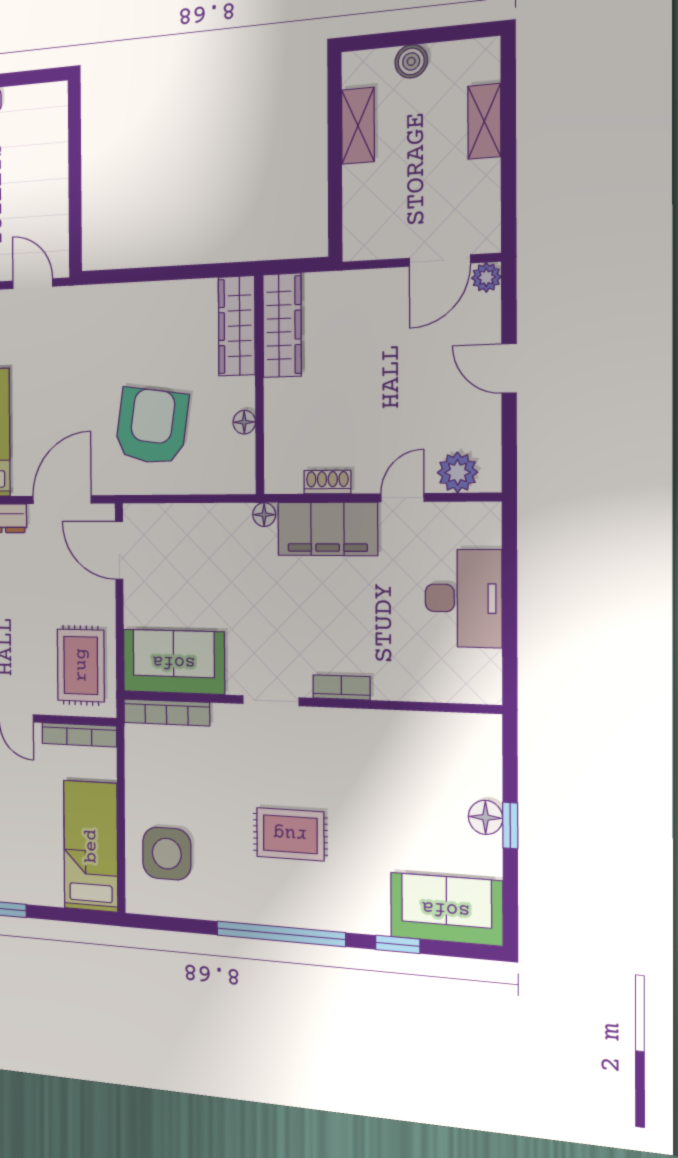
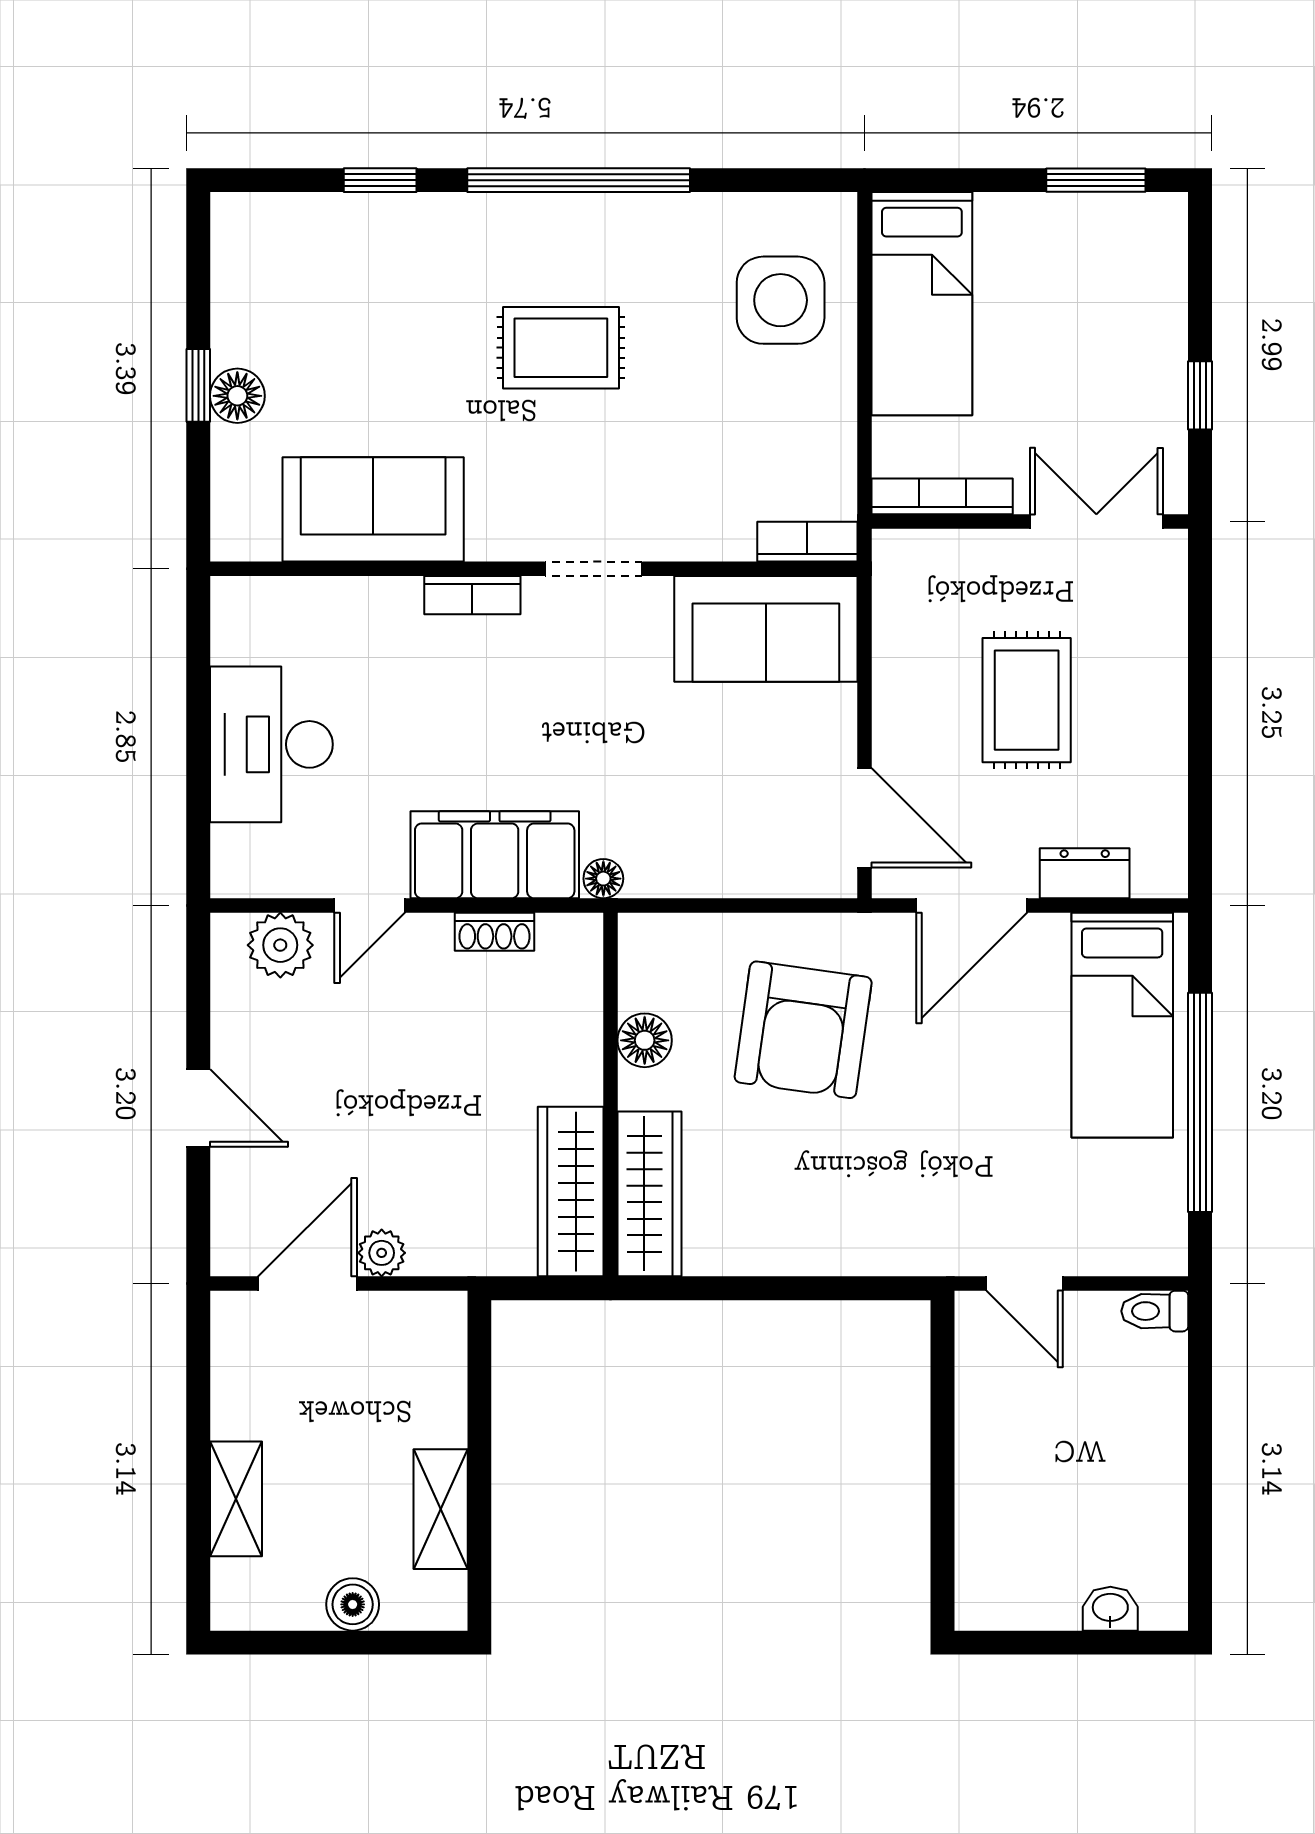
plant: (486, 277) -> (382, 1253), moved
floor lamp: (244, 422) -> (645, 1040), width x1.37, depth x1.37
rug: (81, 665) -> (1027, 700), moved
bookcase: (167, 712) -> (807, 542), width x0.64
sofa: (446, 909) -> (373, 509), moved, turned 180

